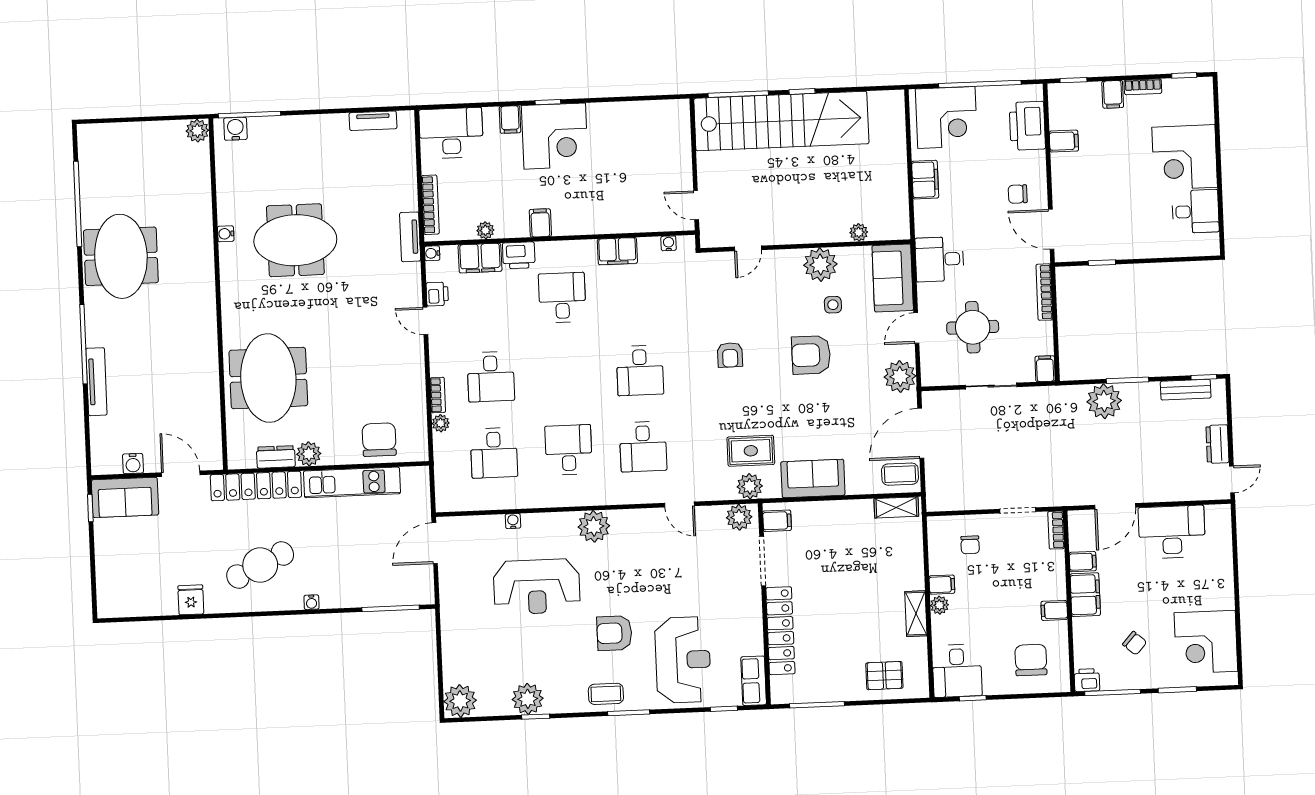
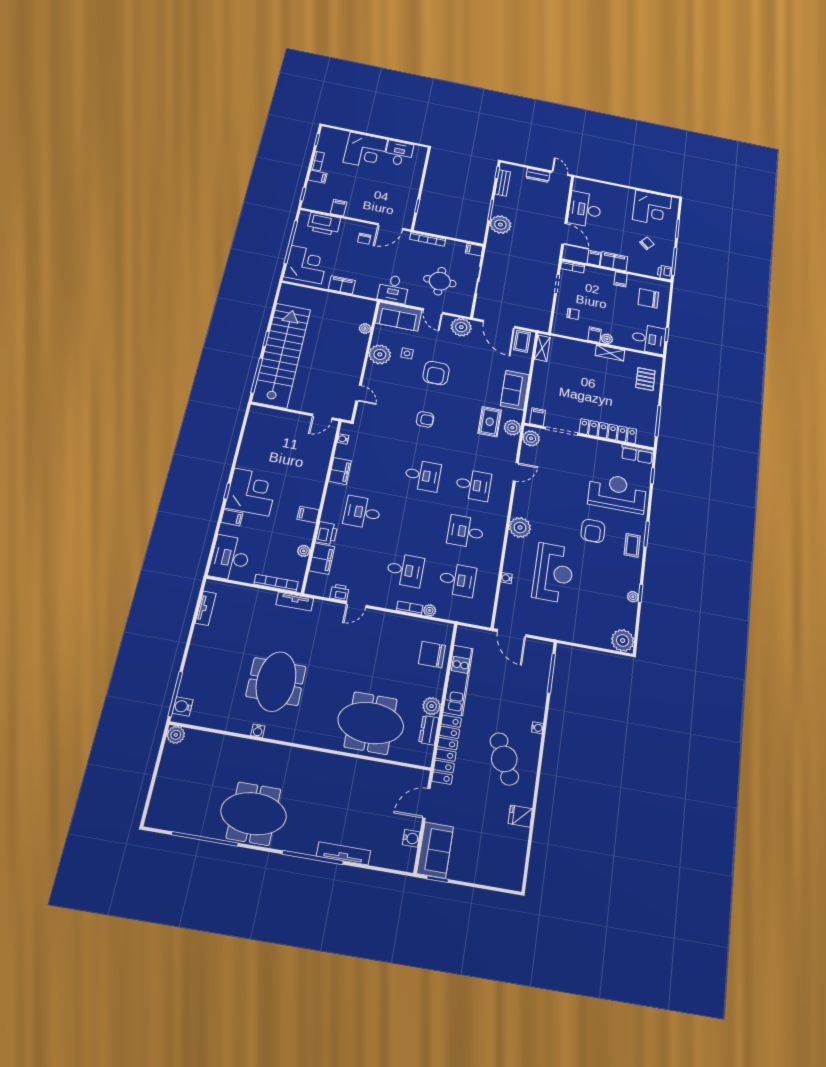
water cooler: (432, 253) -> (310, 589), removed
plant: (528, 699) -> (633, 597), width x0.53, depth x0.53

